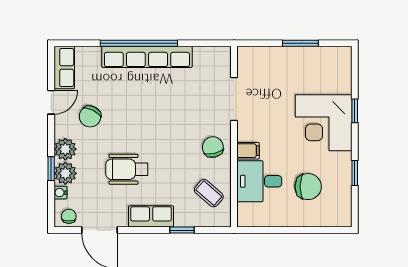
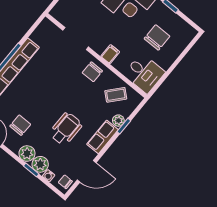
chair: (90, 116) -> (20, 125), turned -117
chair: (213, 147) -> (92, 72), turned -77
wheelchair: (127, 169) -> (66, 129), turned 180
desk: (259, 181) -> (144, 73), moved, turned -90
plant: (183, 219) -> (118, 121), added

